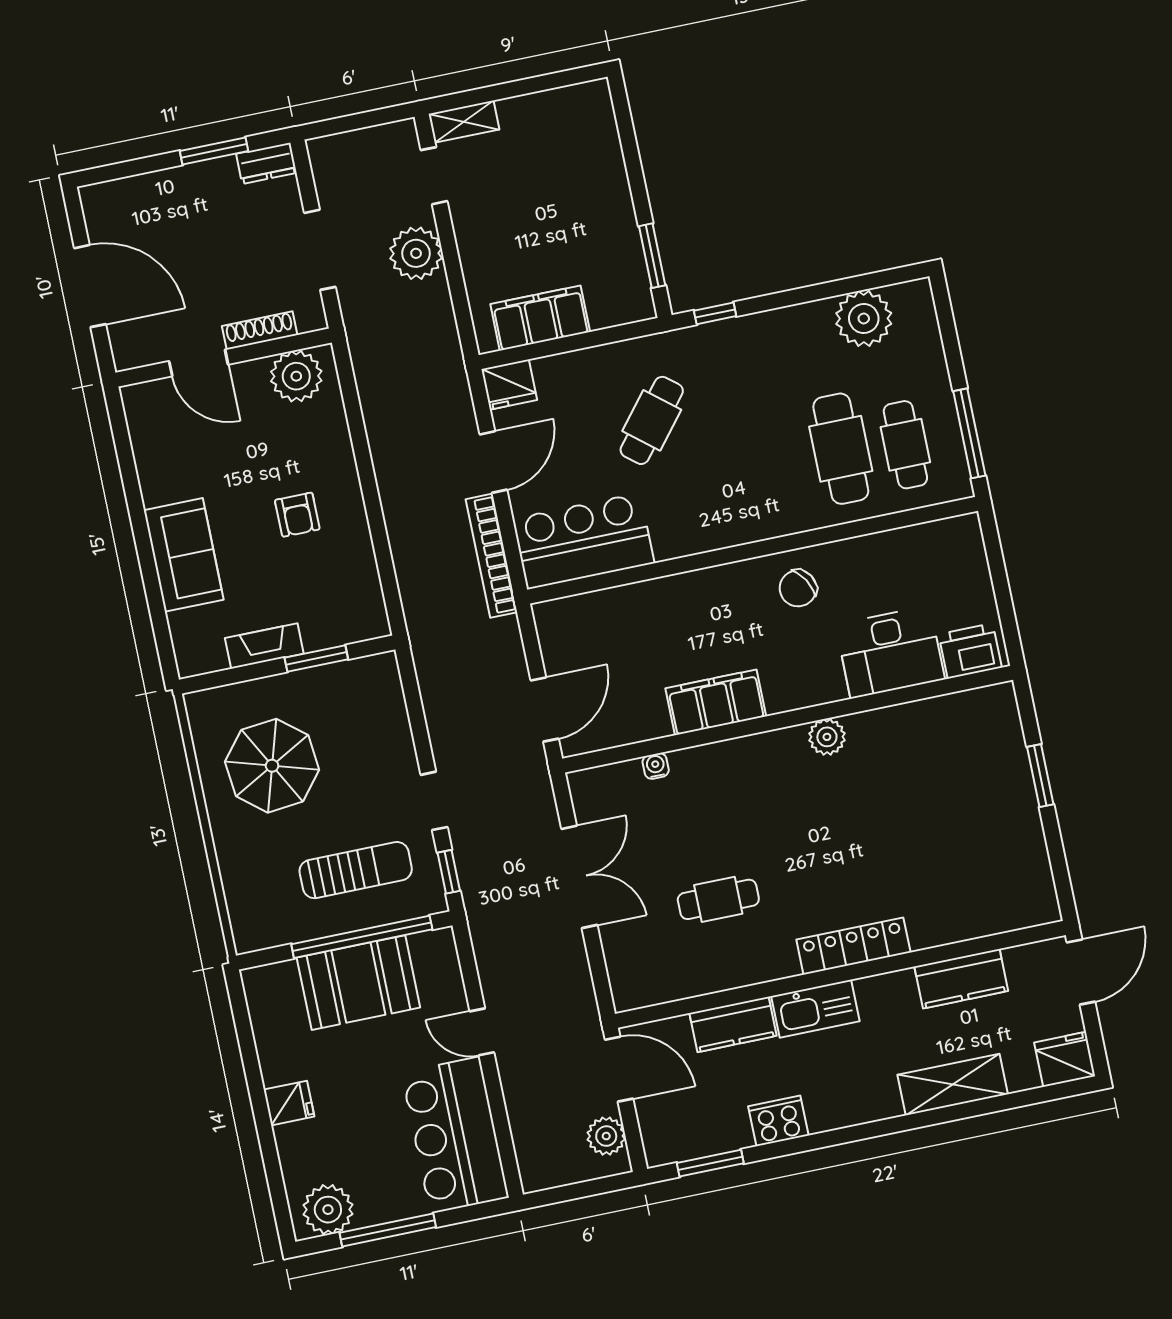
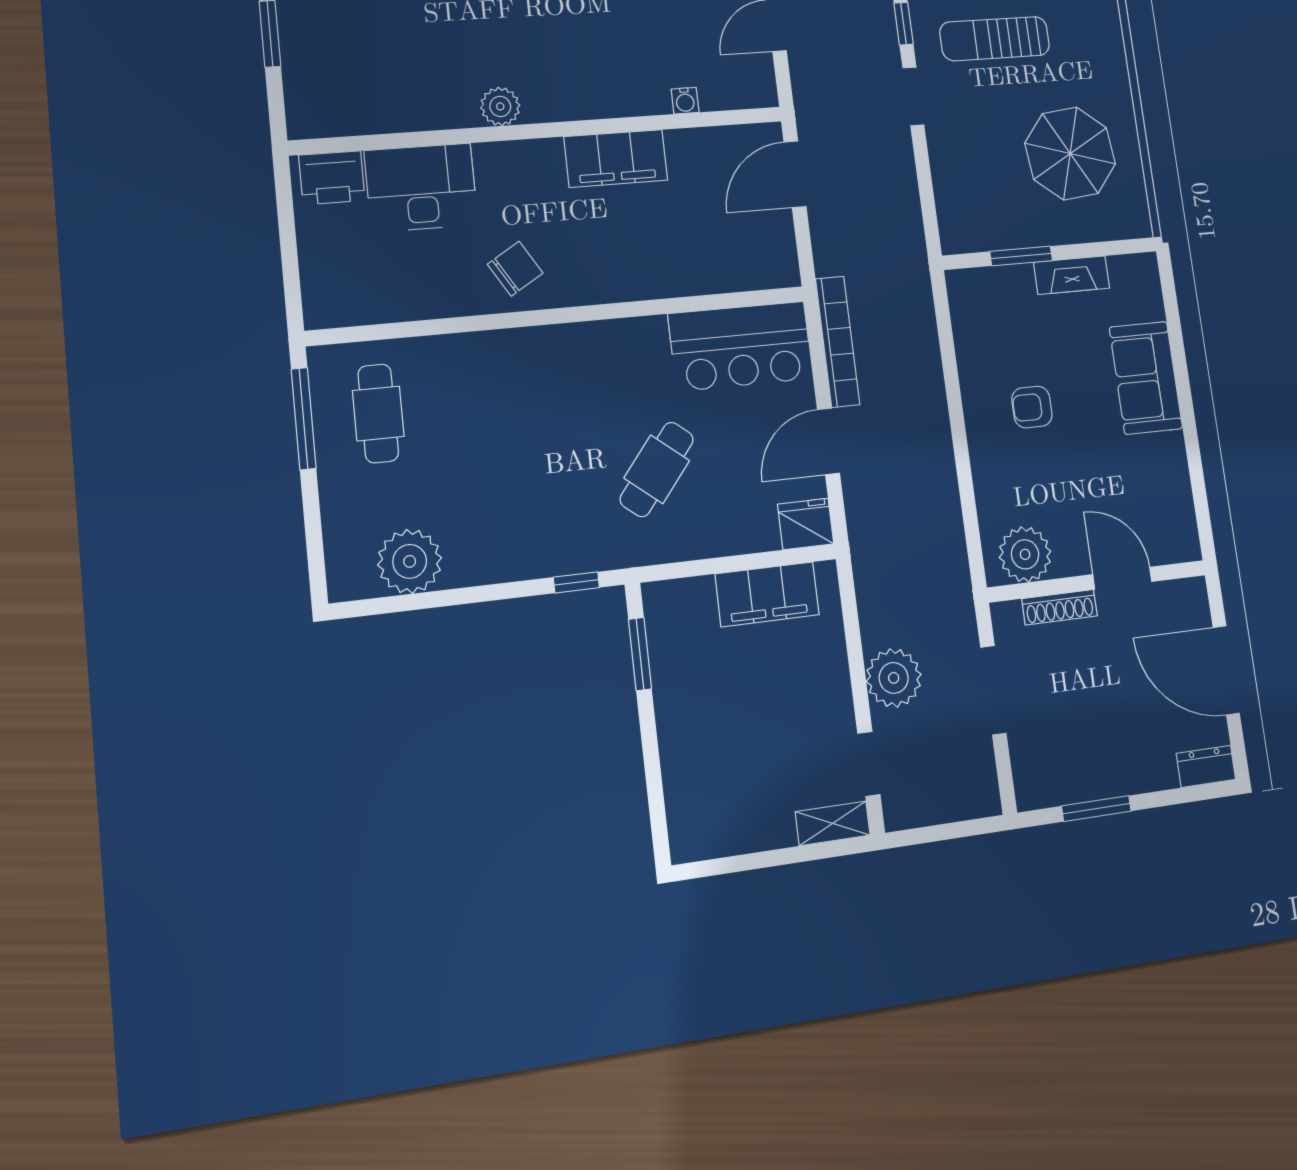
dresser: (266, 163) -> (1206, 766), moved
cafe table: (841, 449) -> (452, 417), removed
armchair: (297, 515) -> (1032, 407), turned -90

